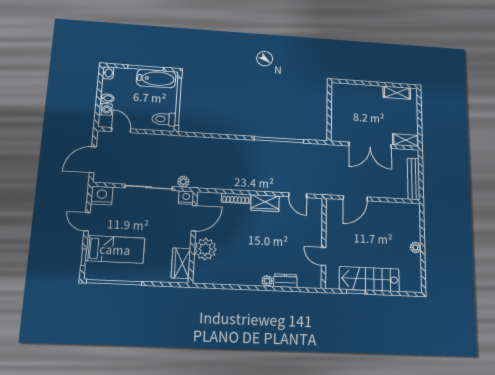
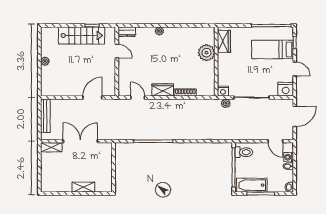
shelving: (397, 93) -> (83, 187), moved
door: (194, 218) -> (216, 76), removed
dresser: (285, 281) -> (127, 32), moved

